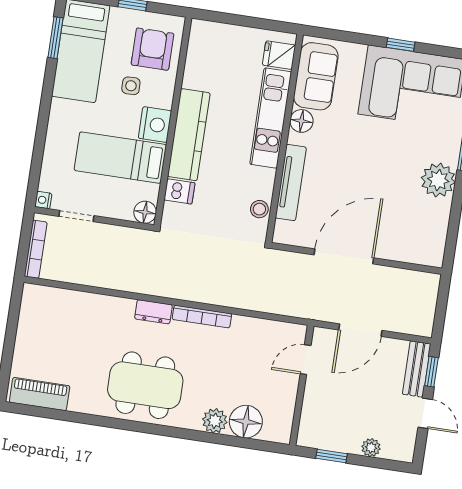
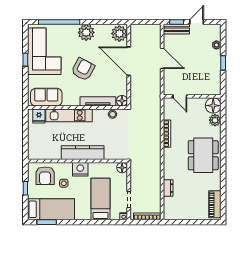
armchair: (153, 49) -> (45, 176), turned -90
floor lamp: (301, 121) -> (122, 101), moved
bed: (120, 158) -> (101, 199), moved, turned 180
armchair: (362, 162) -> (83, 69), added
dishwasher: (179, 191) -> (110, 153), removed
plant: (425, 249) -> (119, 34), added
door: (344, 256) -> (129, 61), moved
dresser: (153, 312) -> (168, 188), moved
door: (306, 360) -> (180, 96), moved
wall: (302, 385) -> (192, 96), moved

